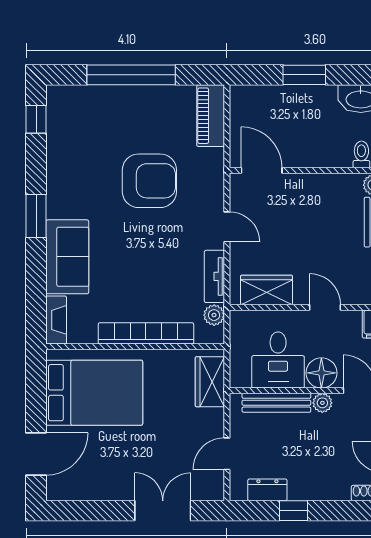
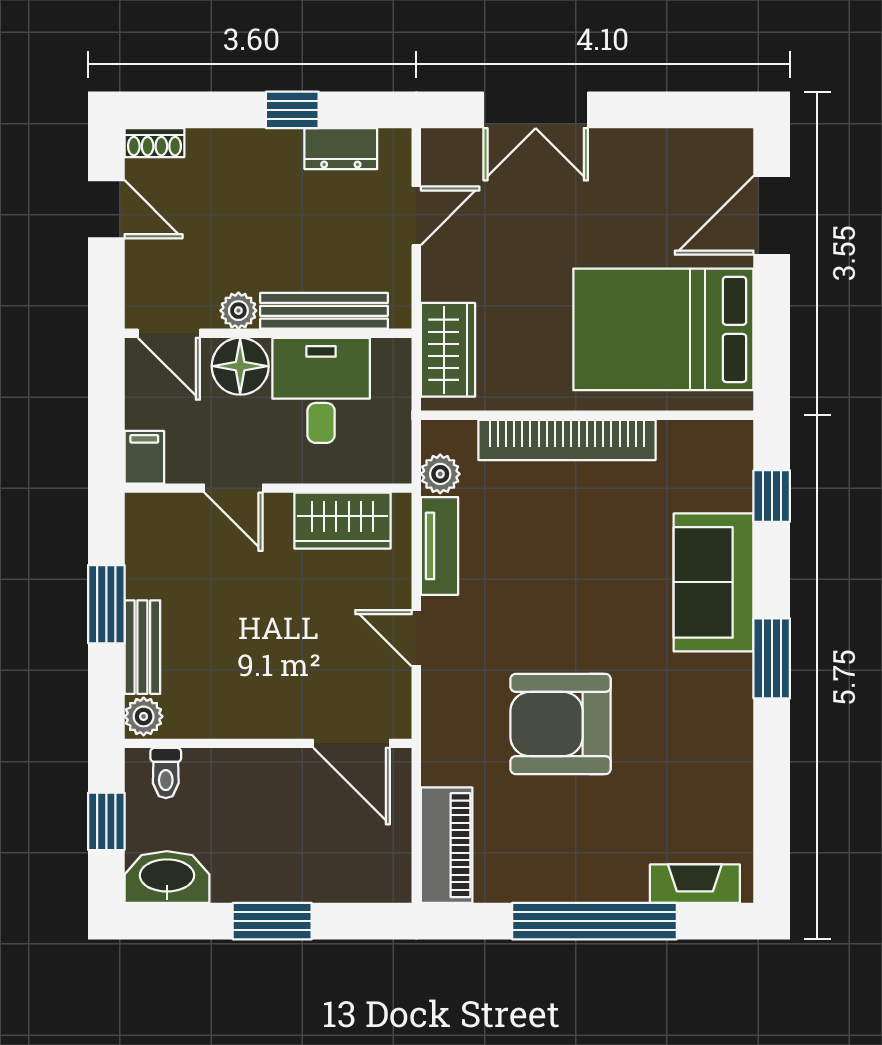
window: (36, 119) -> (772, 496), moved
fireplace: (56, 320) -> (695, 884), moved, turned 90

